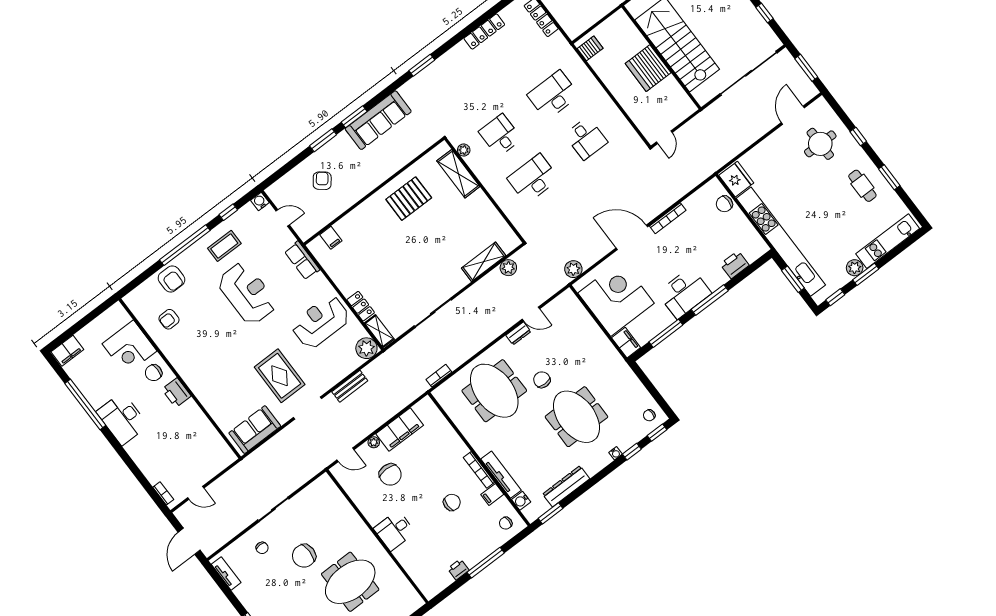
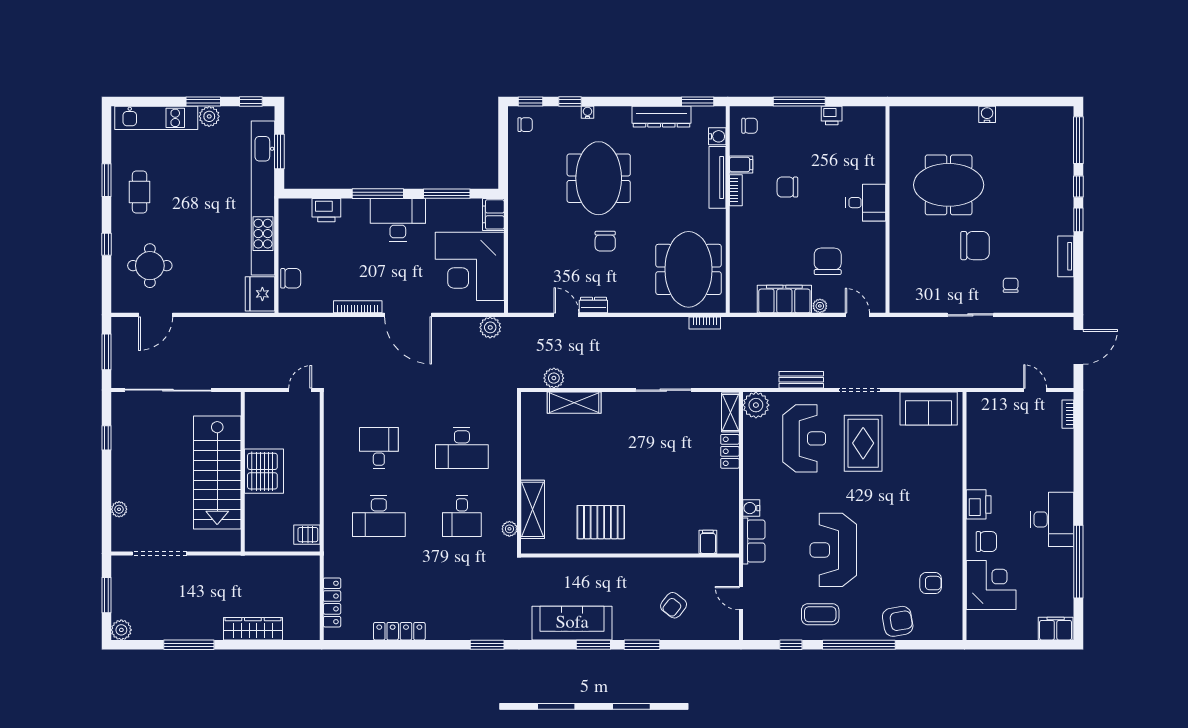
water cooler: (260, 201) -> (751, 508), moved, turned 90
armchair: (171, 279) -> (898, 621), turned 80
reception desk: (321, 322) -> (804, 438), moved, turned -90
meeting table: (494, 391) -> (689, 269), moved
bookcase: (479, 470) -> (736, 190), width x0.64
tv unit: (226, 573) -> (1066, 256), moved

